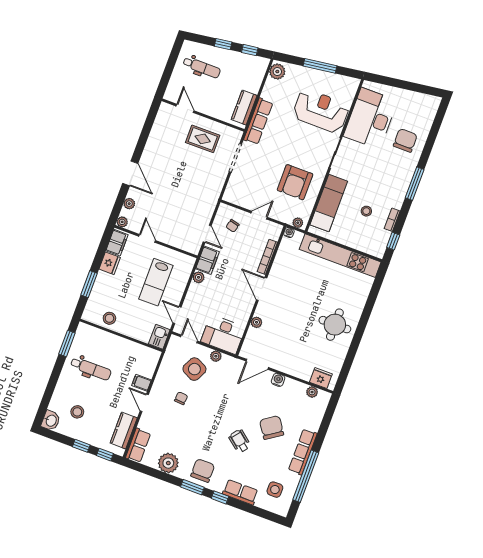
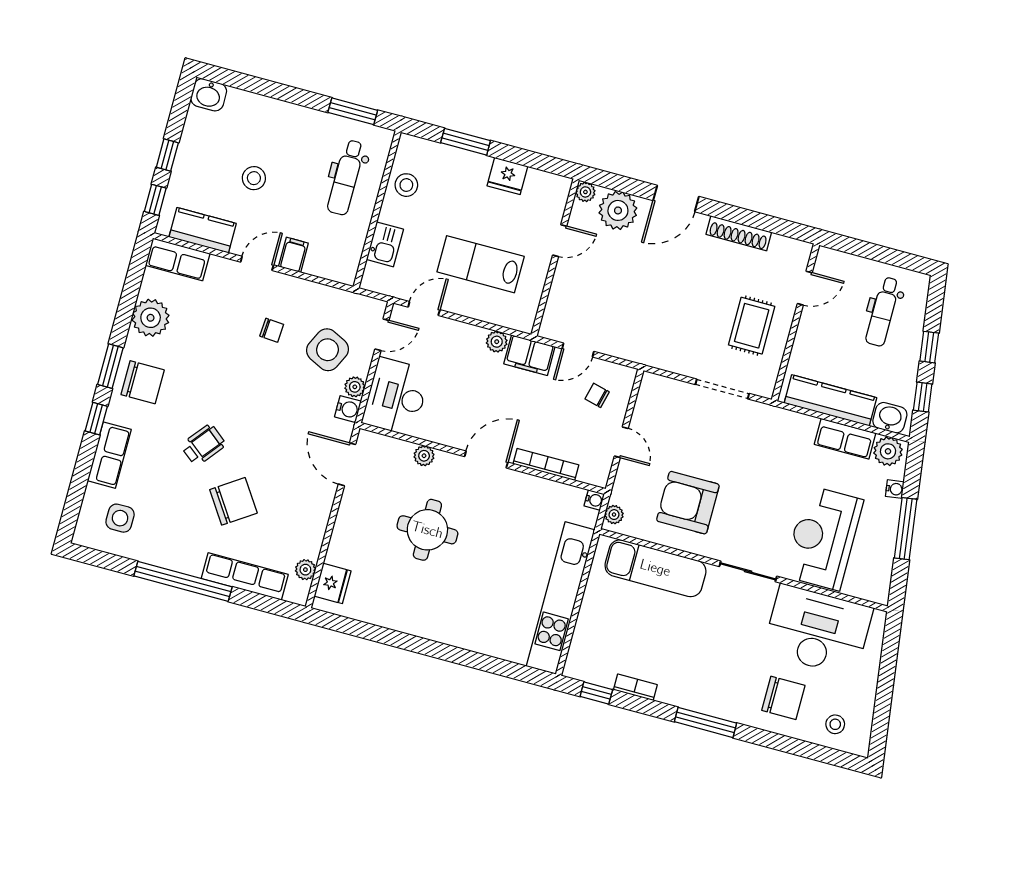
washbasin: (259, 69) -> (890, 418), added
water cooler: (298, 70) -> (895, 489), added
kitchen counter: (244, 108) -> (830, 400), width x1.50
reception desk: (321, 111) -> (823, 538), turned 180
row of seats: (258, 121) -> (845, 439), moved, width x0.68
shoe rack: (152, 141) -> (739, 233), added
plant: (129, 204) -> (618, 210), width x1.87, depth x1.87
stool: (366, 211) -> (835, 724), moved
filing cabinet: (117, 243) -> (546, 186), removed
round table: (335, 325) -> (427, 530), moved
kitchen sink: (159, 337) -> (385, 244), moved, turned 90
dental chair: (91, 369) -> (346, 177), moved
water cooler: (278, 380) -> (348, 409), moved
stool: (77, 412) -> (254, 178), moved
row of seats: (303, 452) -> (245, 576), moved
window: (306, 476) -> (183, 581), moved

